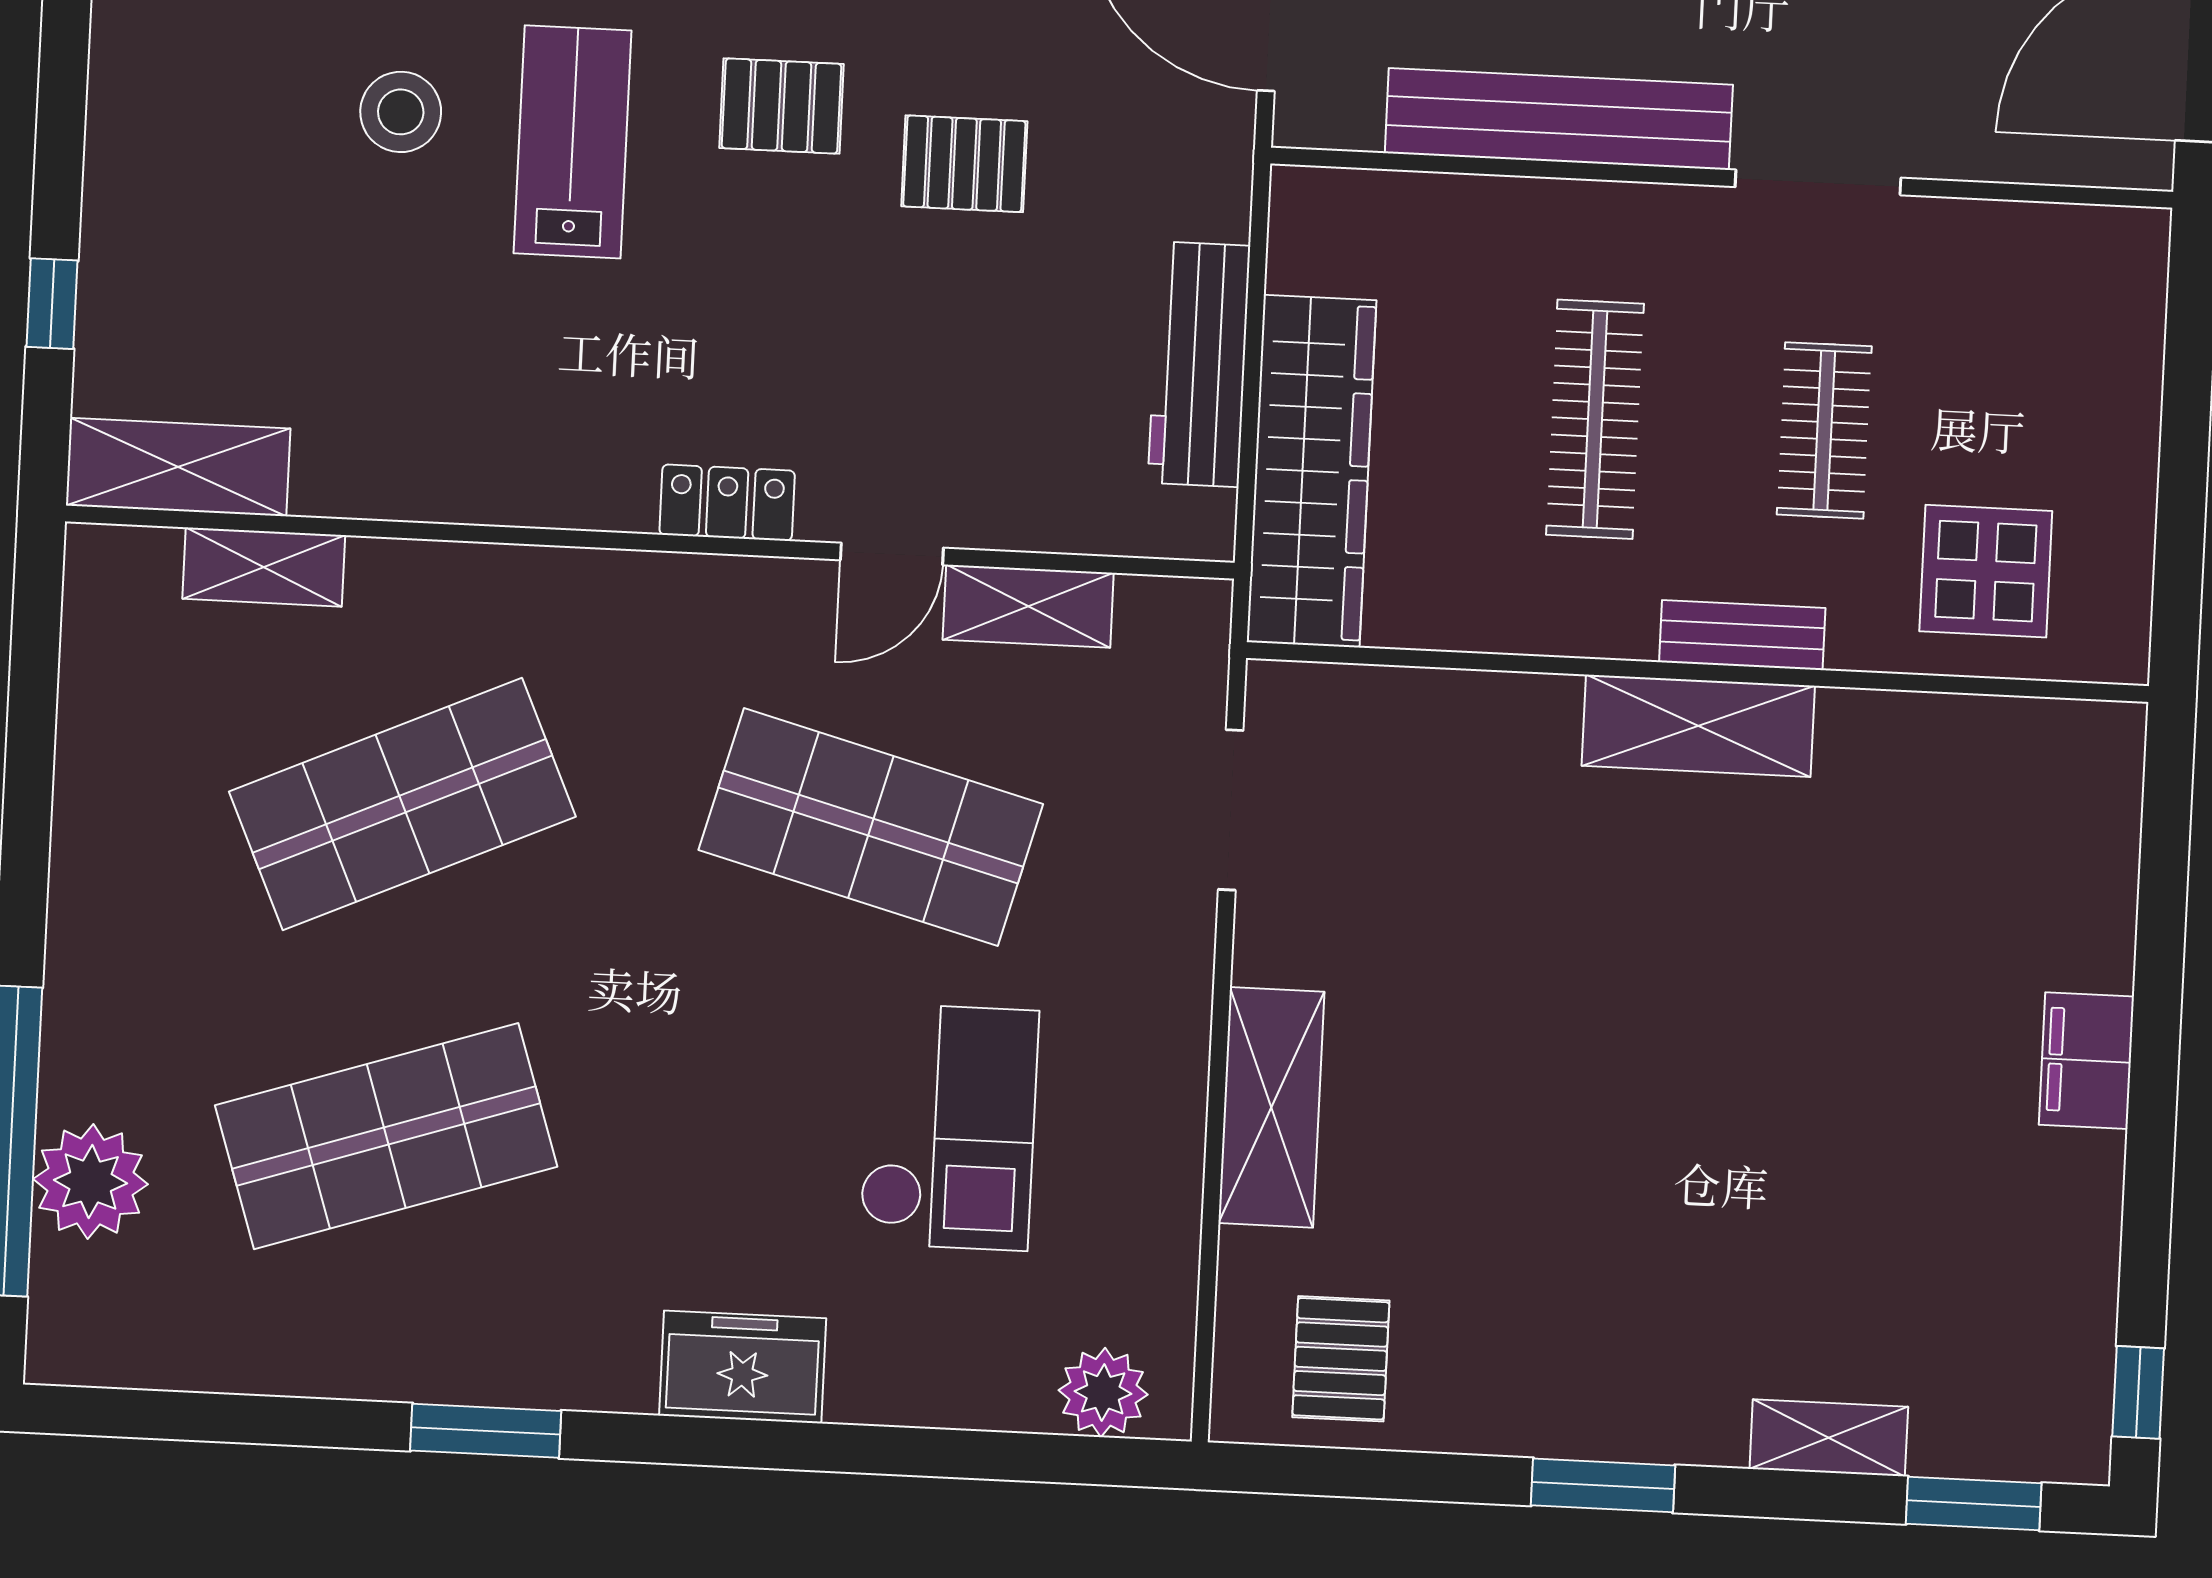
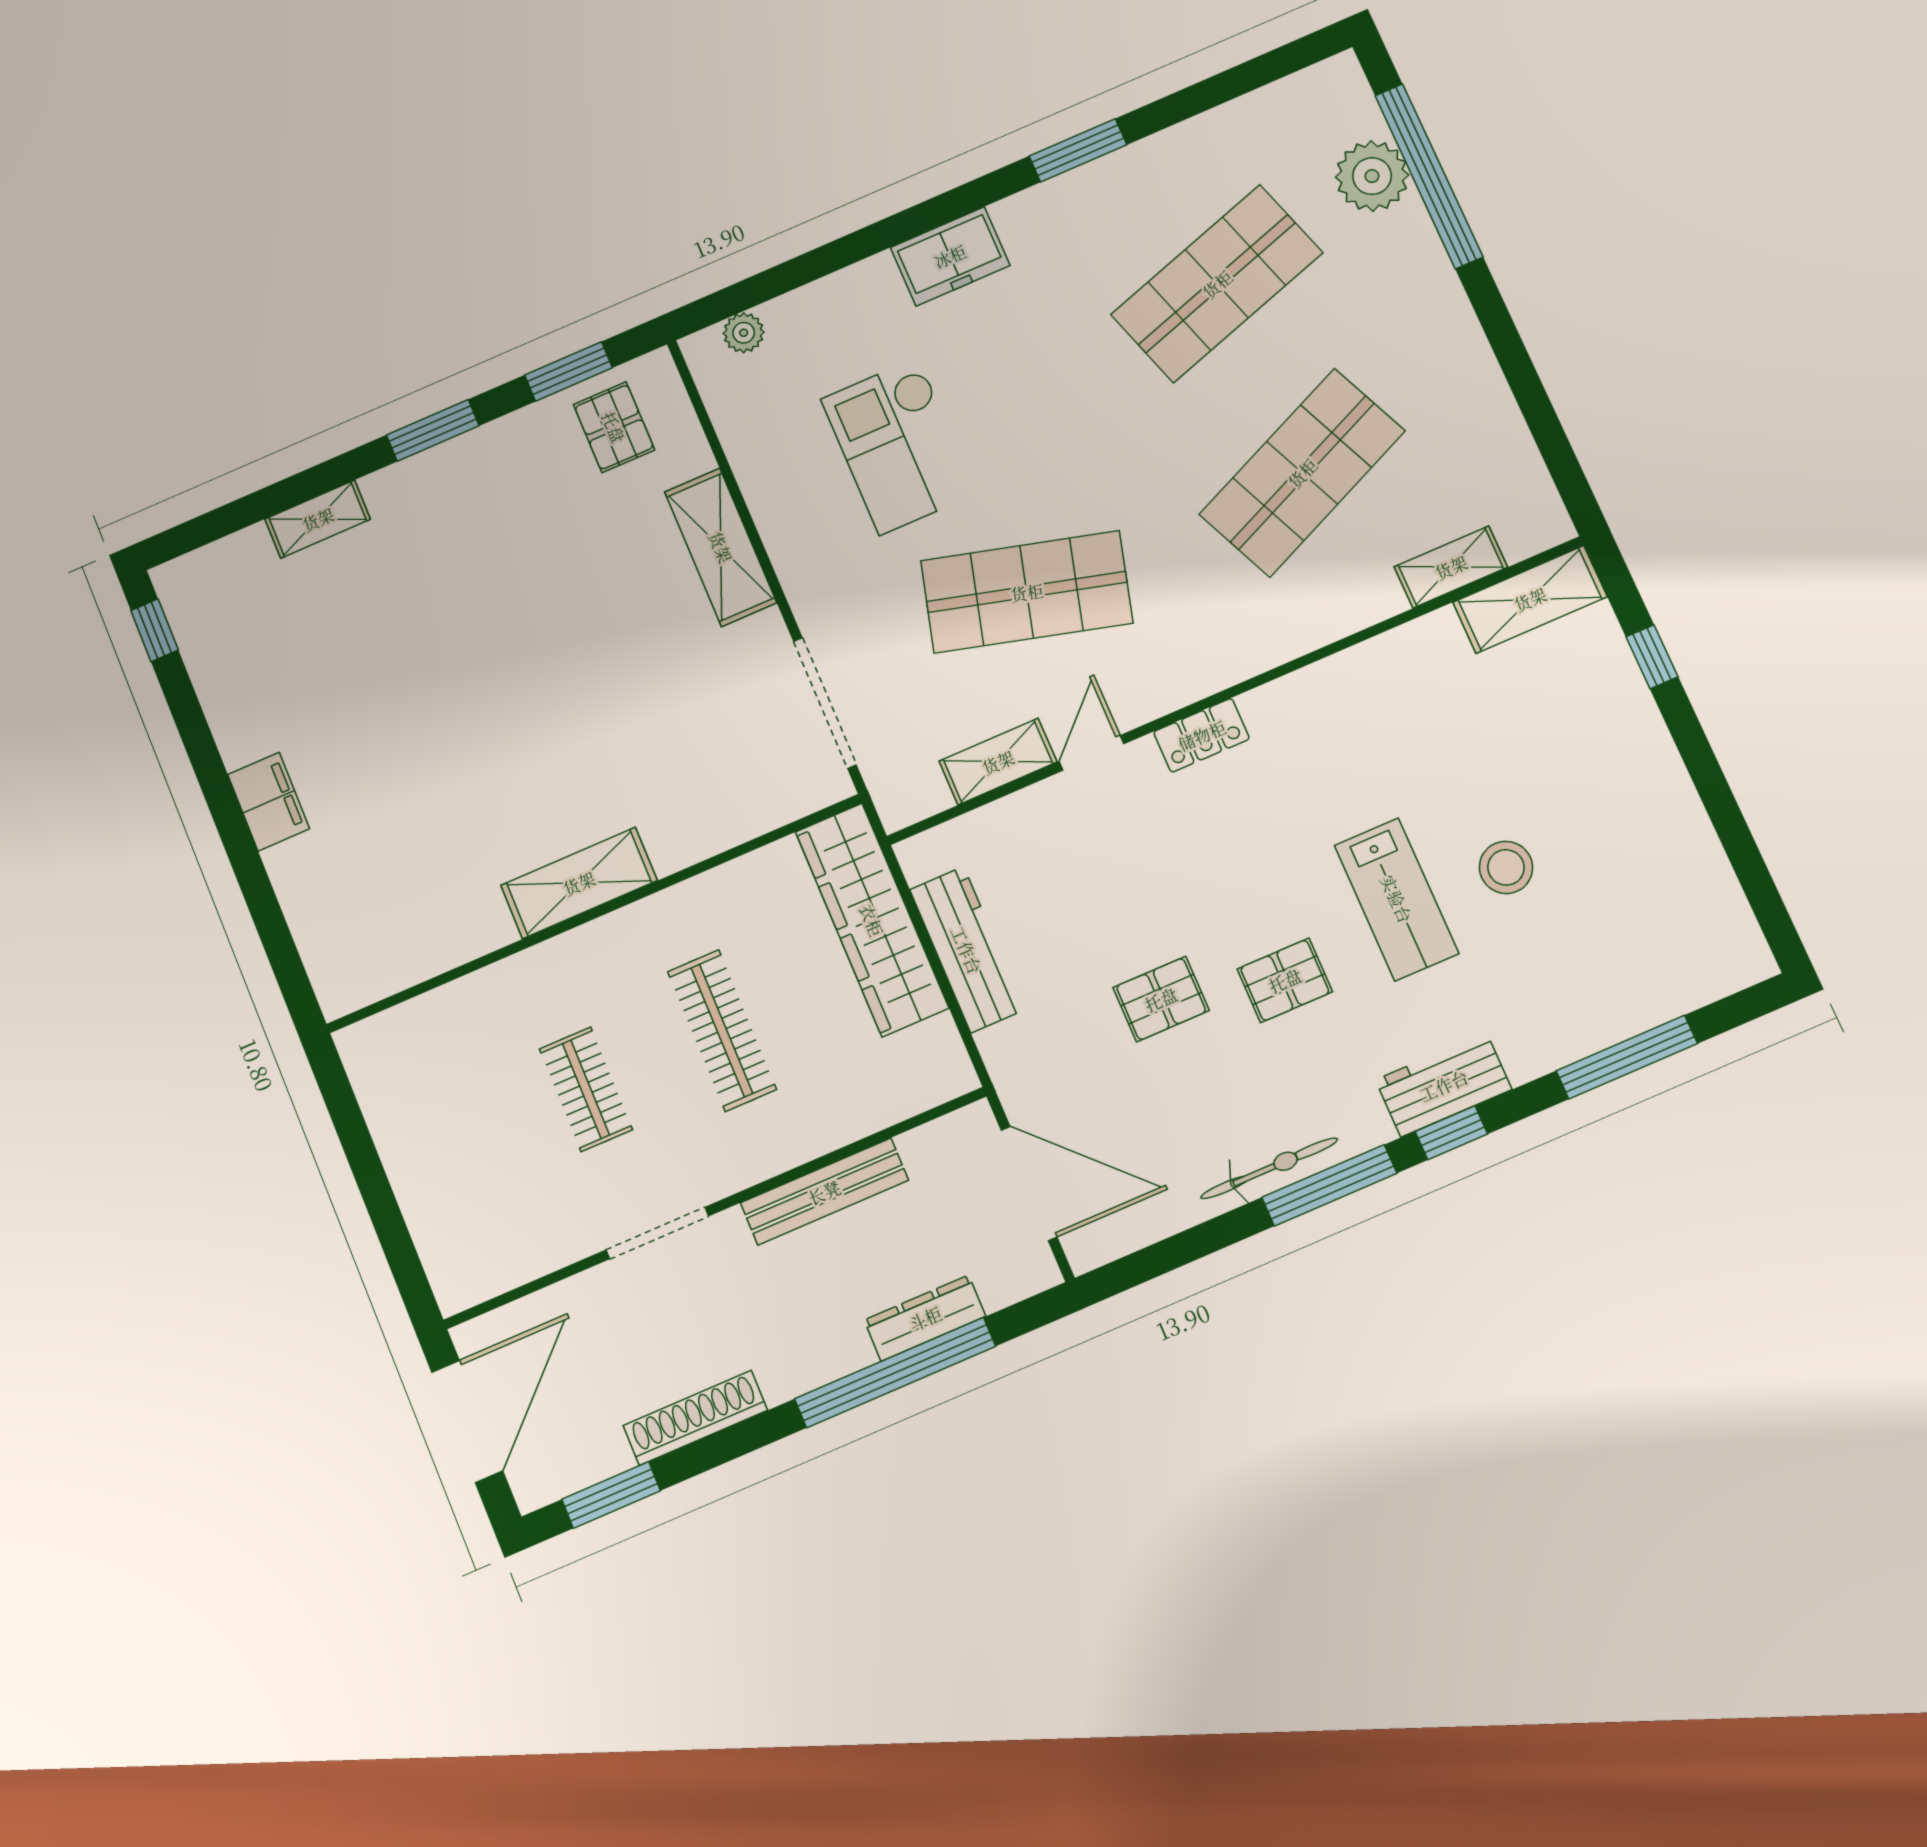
bench: (1559, 119) -> (824, 1192), width x0.73, depth x0.82
display table: (1986, 571) -> (455, 1053), removed
bench: (1742, 635) -> (578, 947), removed
doorway: (1231, 810) -> (825, 703), width x1.36
plant: (1103, 1392) -> (744, 333), width x0.73, depth x0.73
window: (1974, 1504) -> (568, 371), moved

